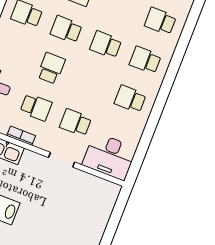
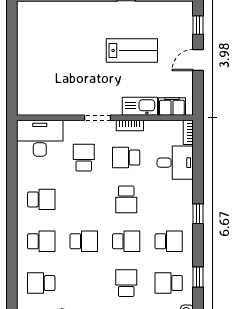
school desk: (160, 21) -> (41, 283), turned 180
school desk: (76, 123) -> (84, 158), turned -90
doorway: (62, 160) -> (97, 118), moved

